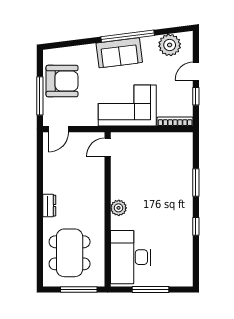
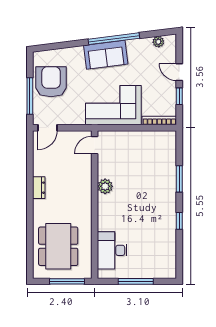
plant: (170, 45) -> (158, 42), width x0.53, depth x0.53
door: (196, 71) -> (179, 72), hinge flipped
armchair: (62, 81) -> (51, 82), turned -90
dresser: (49, 206) -> (39, 188), moved
plant: (119, 208) -> (105, 186), moved
desk: (131, 257) -> (112, 250), width x0.73, depth x0.77

